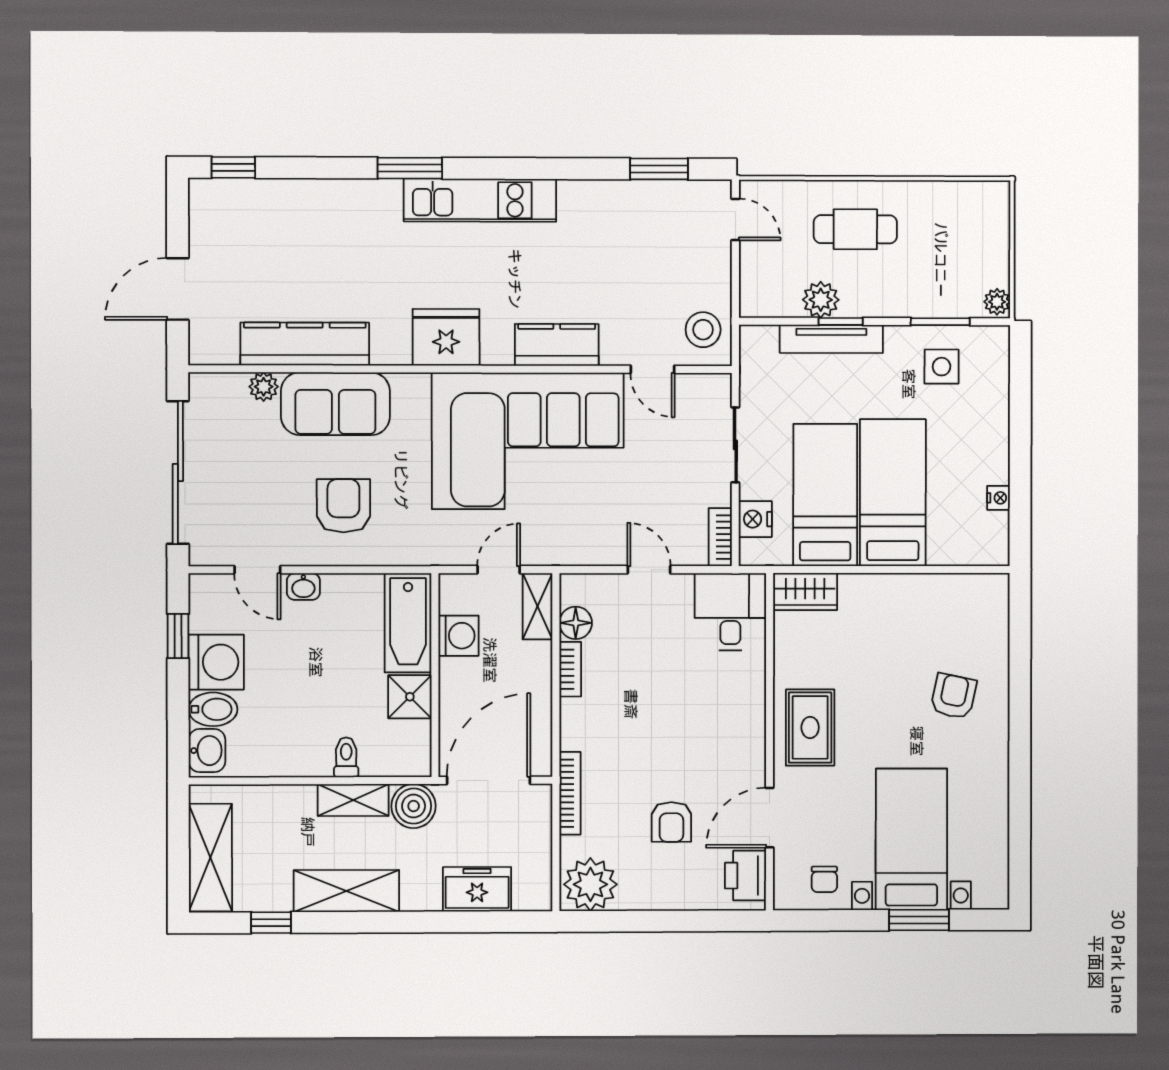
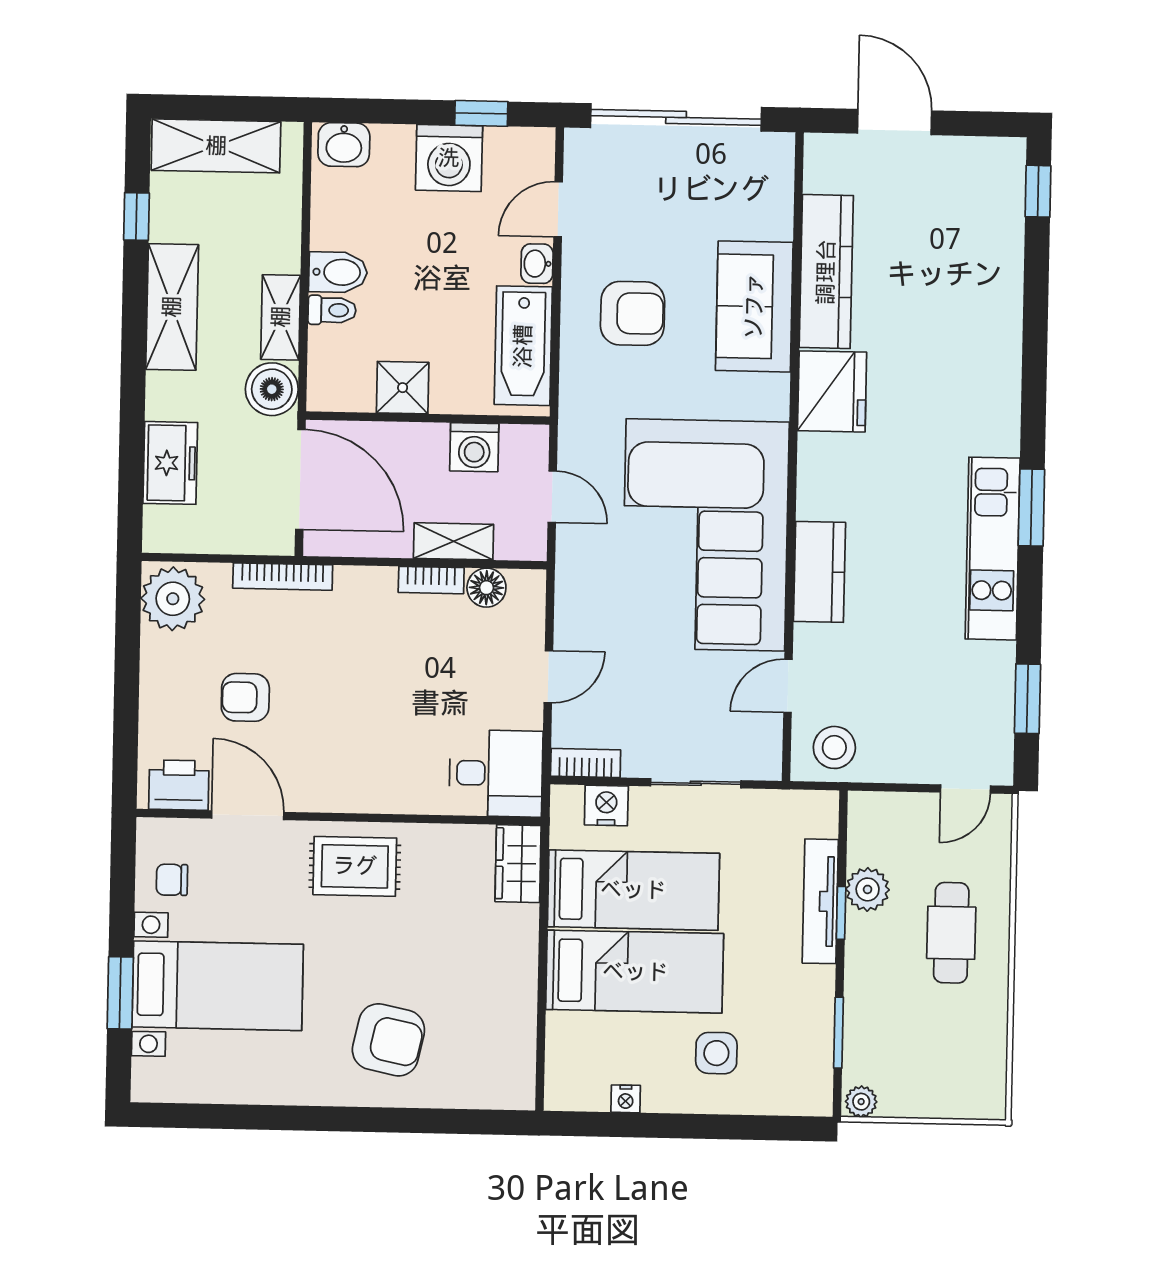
window: (410, 168) -> (1031, 508), moved
kitchen unit: (480, 200) -> (993, 549), moved
fridge: (446, 337) -> (832, 391), moved
side table: (942, 367) -> (716, 1053), moved
plant: (264, 387) -> (776, 221), removed
shelving: (538, 606) -> (453, 541), moved
bathtub: (408, 623) -> (523, 346), moved, turned -90
armchair: (953, 696) -> (388, 1040), width x1.38, depth x1.38
bidet: (213, 709) -> (338, 272), moved, turned -90

